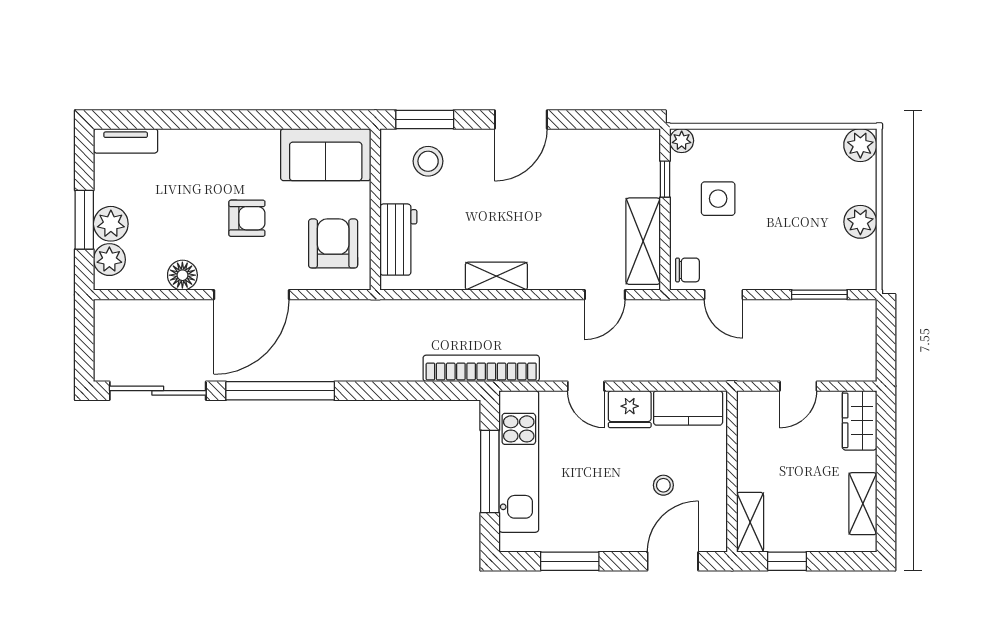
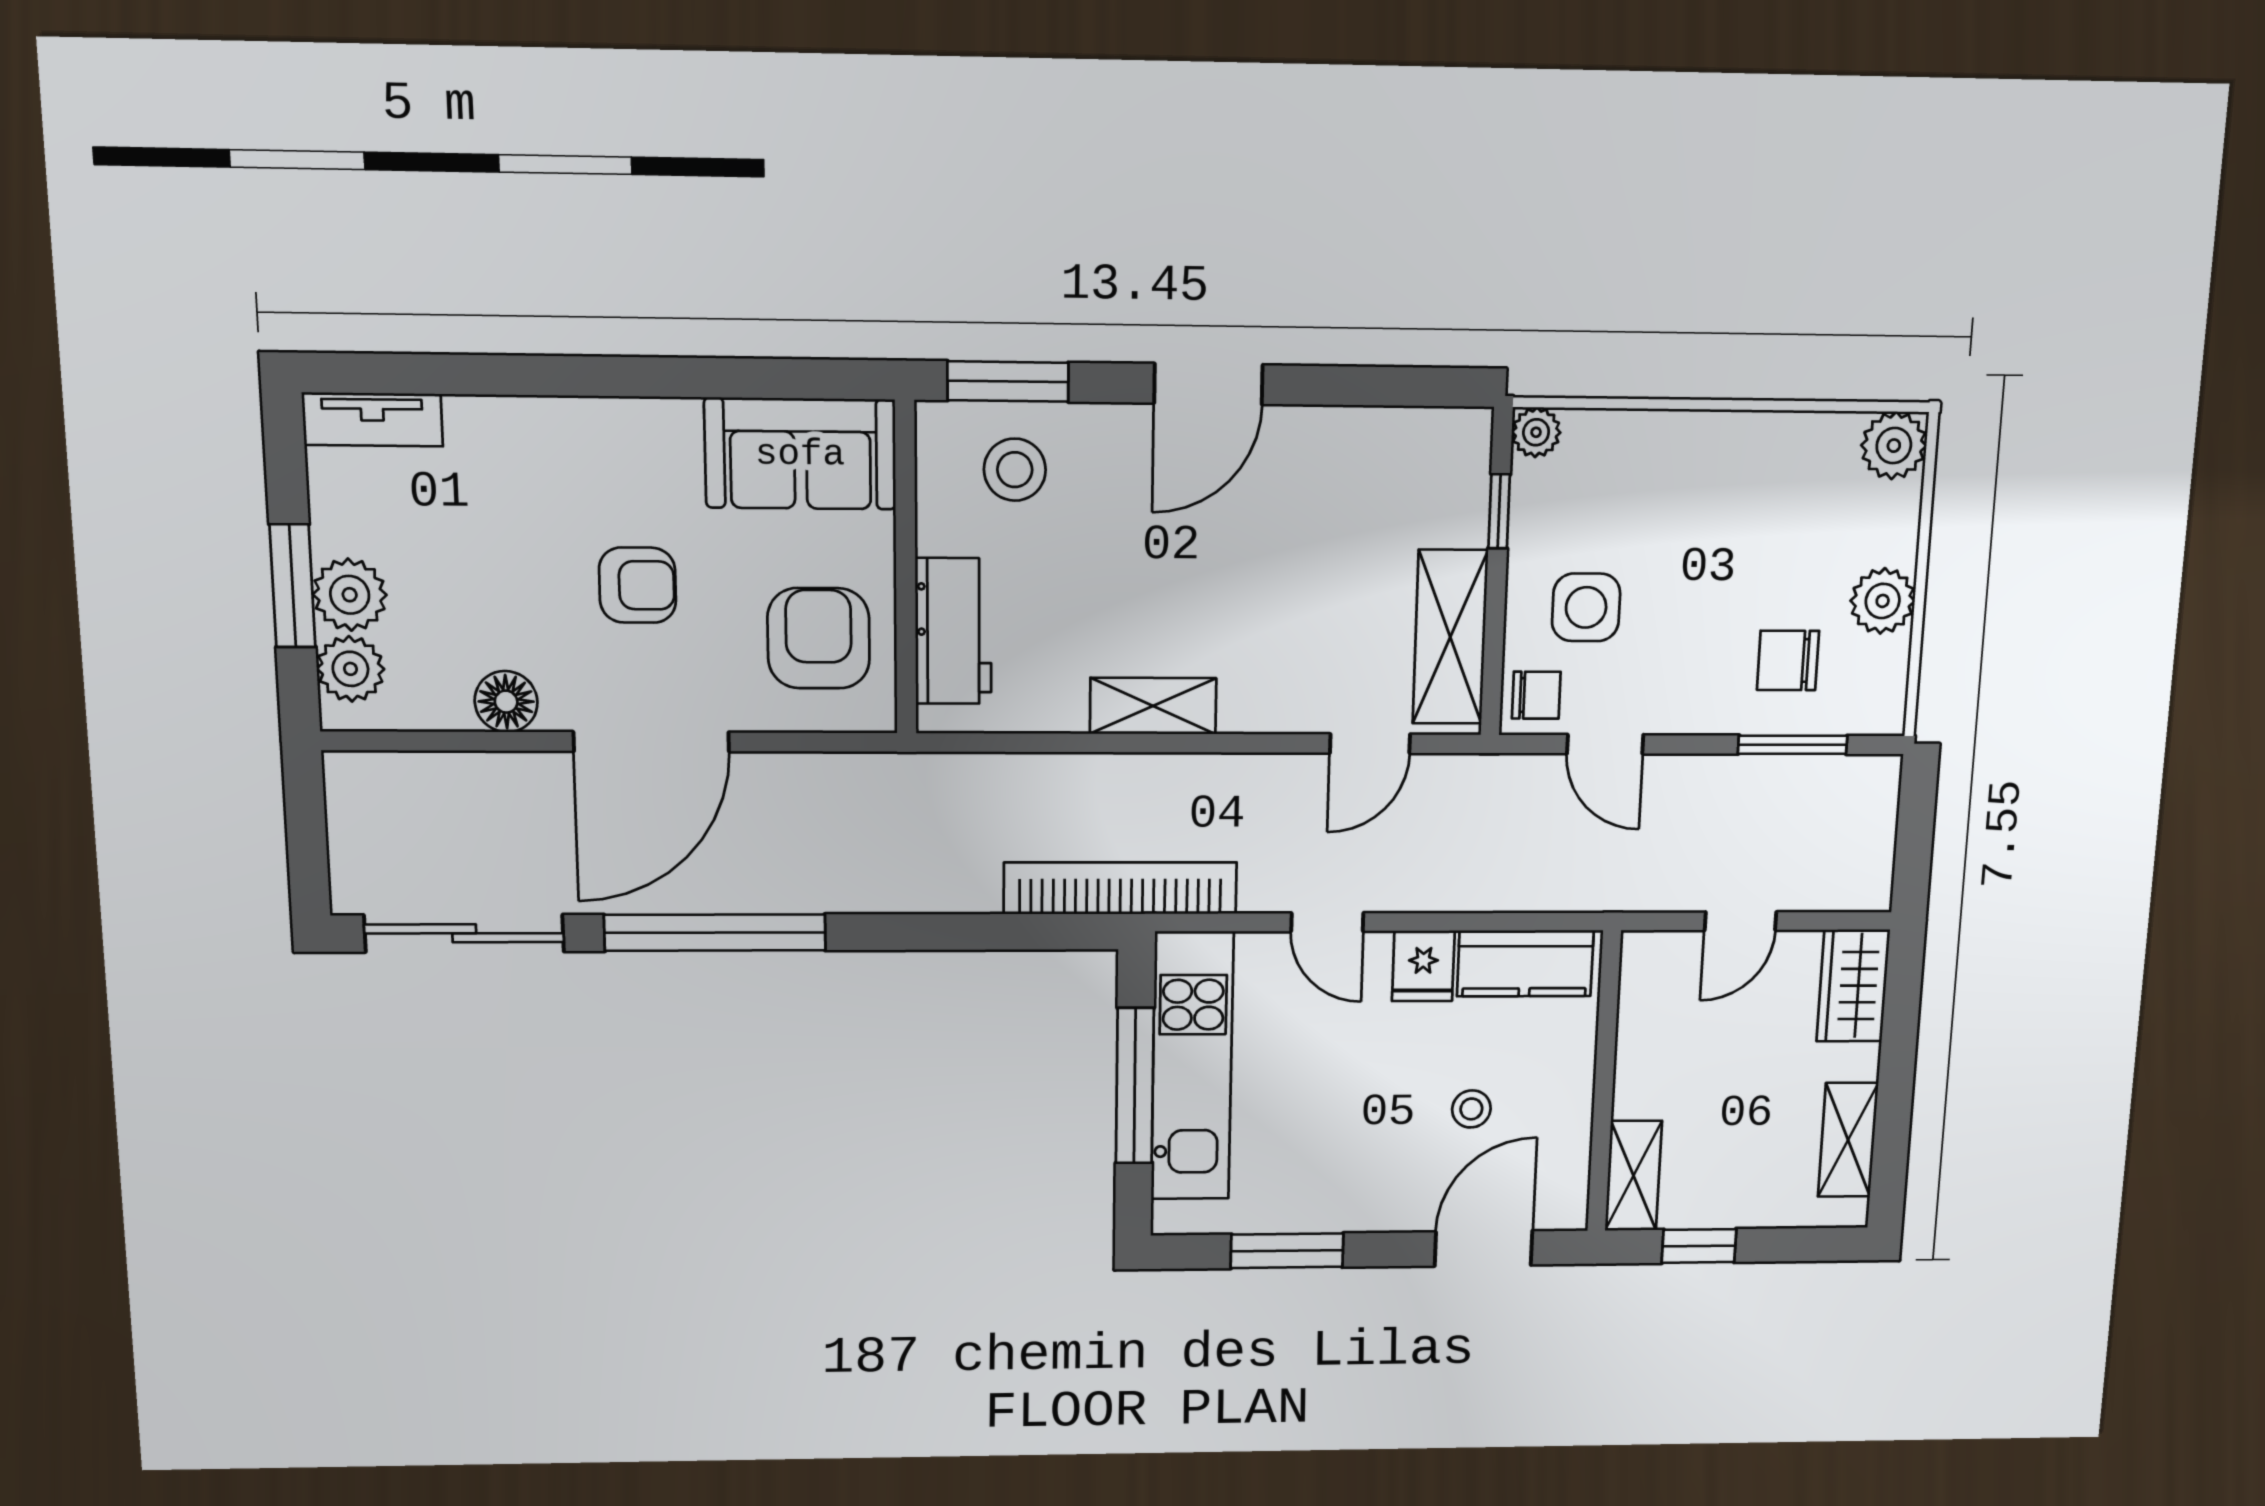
side table: (718, 199) -> (1586, 607), moved
chair: (814, 252) -> (1788, 660), added
fridge: (630, 409) -> (1423, 966), width x0.72

